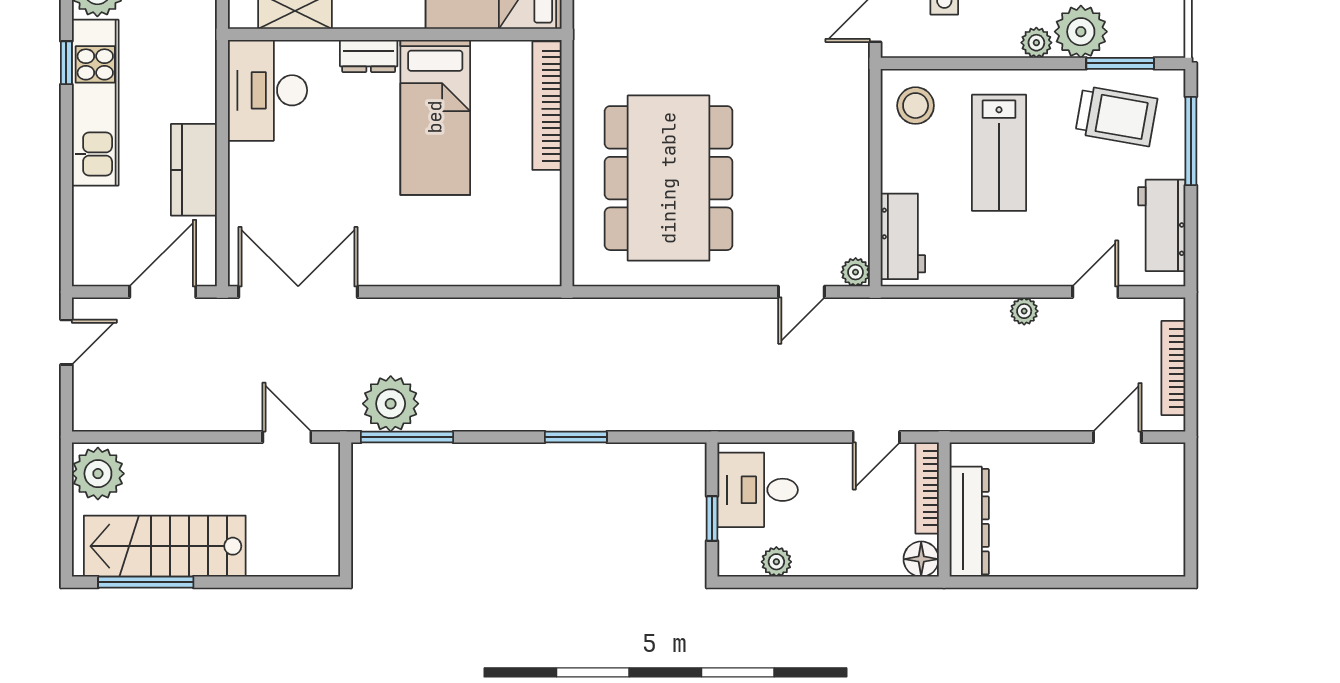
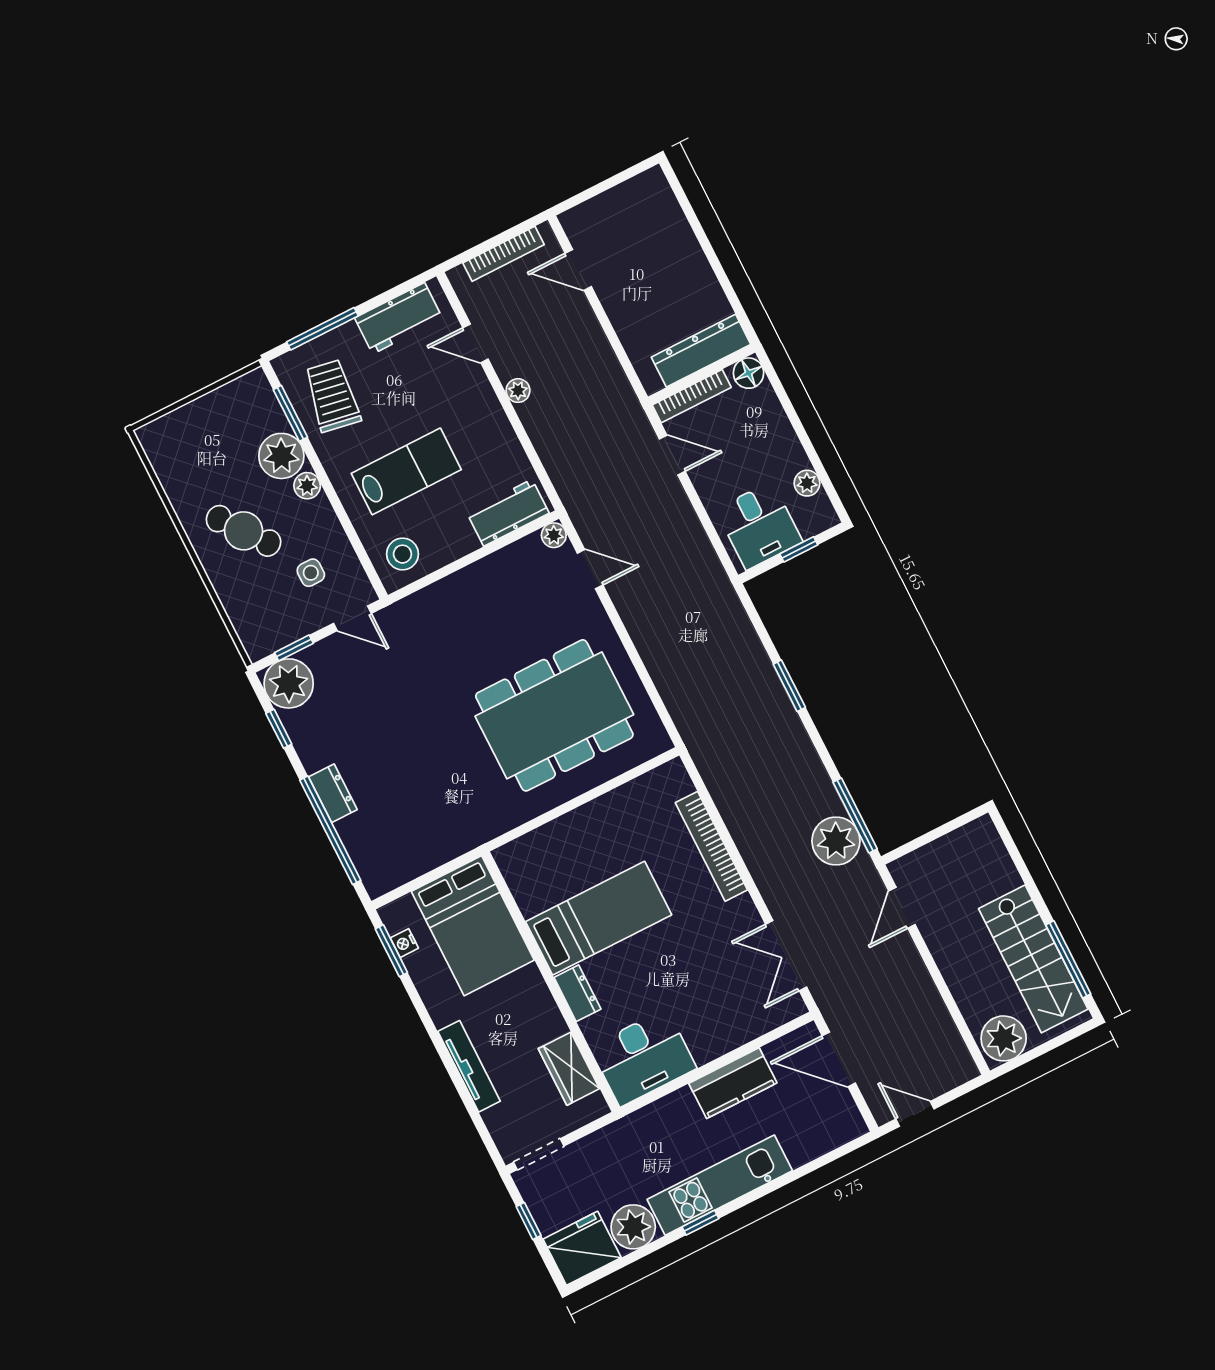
bookcase: (547, 106) -> (711, 846), moved, turned 90
double door: (298, 292) -> (786, 956), width x0.73

